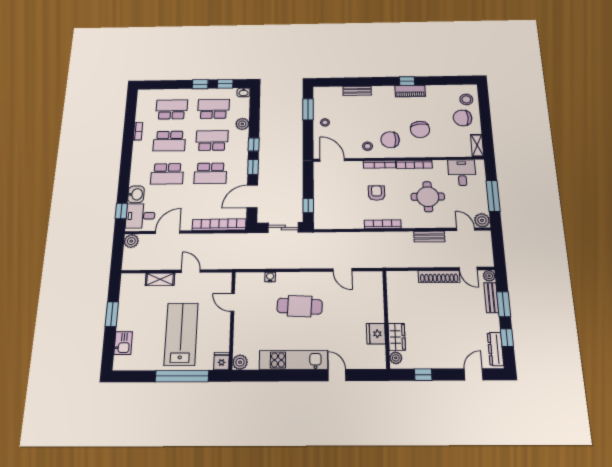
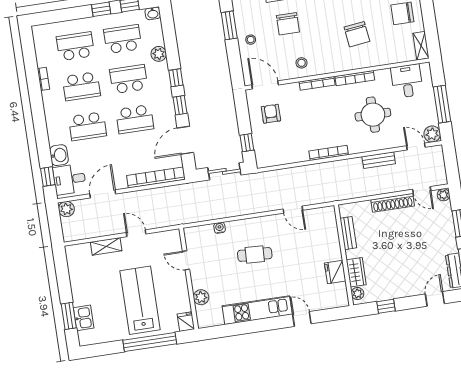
chair: (390, 140) -> (288, 24), moved, turned -90
armchair: (377, 193) -> (271, 114), moved
bench: (491, 298) -> (348, 233), moved
cafe table: (300, 306) -> (255, 254), width x0.73, depth x0.74
window: (112, 314) -> (69, 316), moved
plant: (240, 362) -> (201, 297), moved

